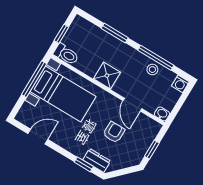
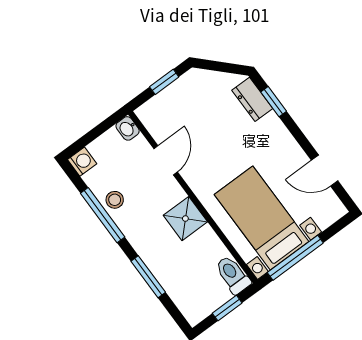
armchair: (114, 132) -> (210, 131), removed

